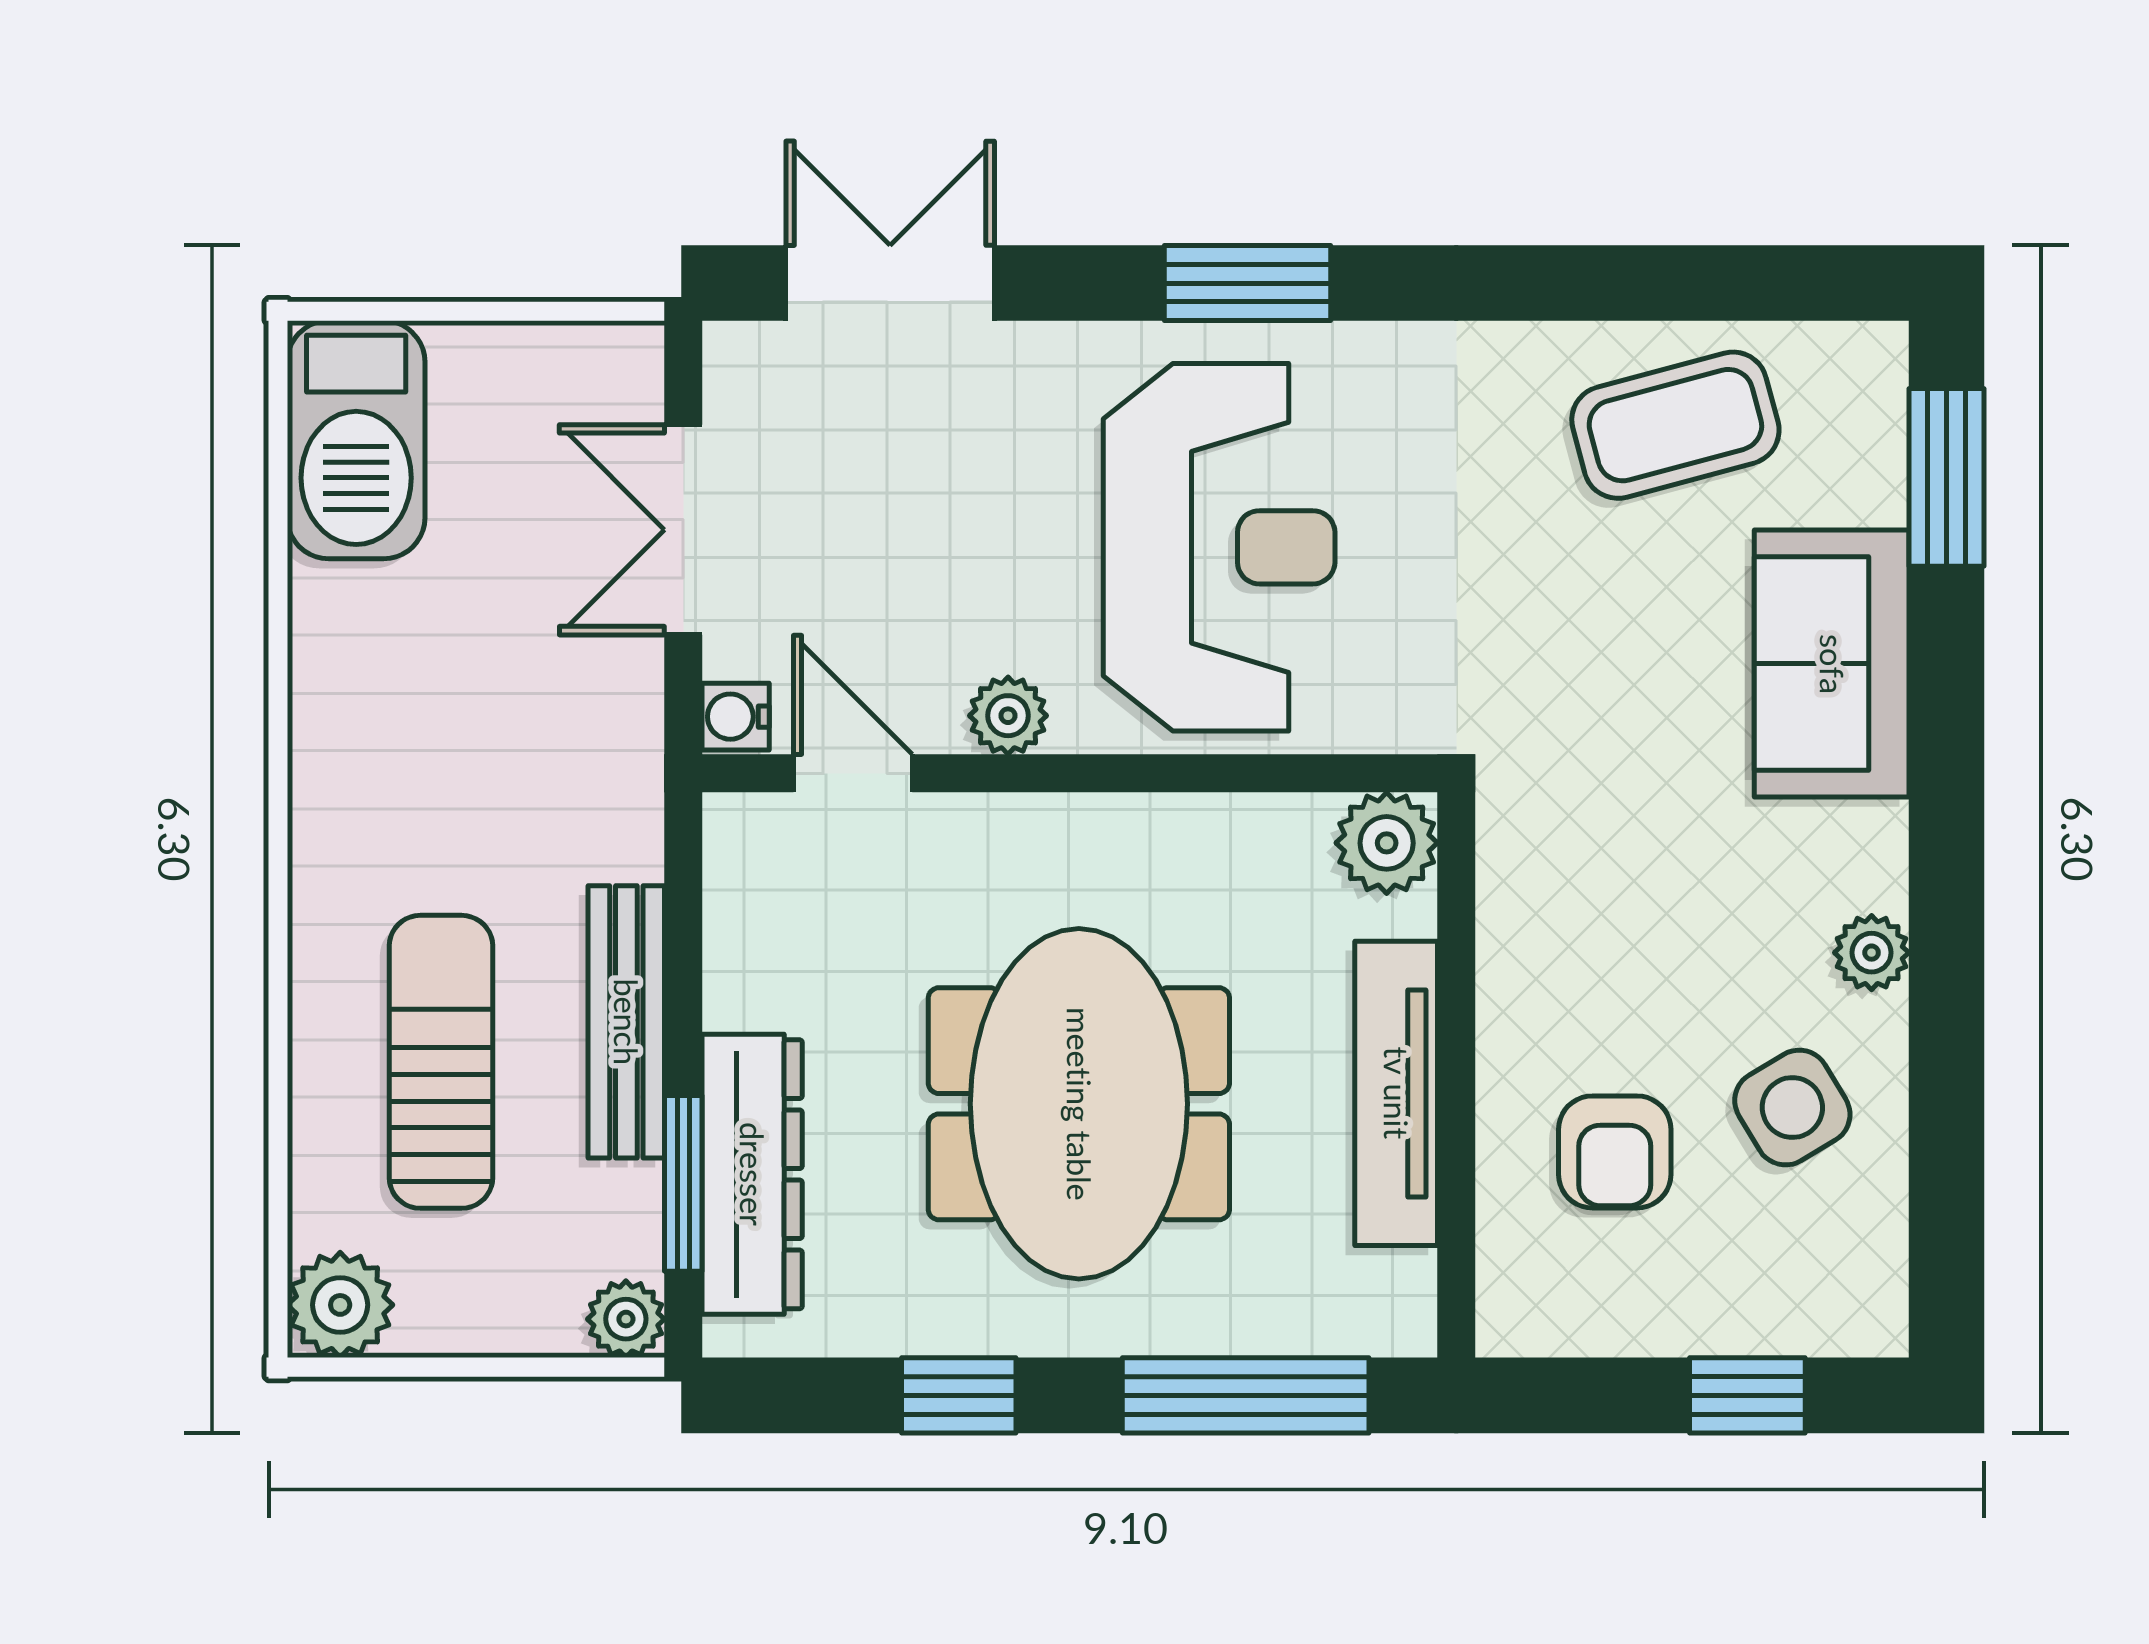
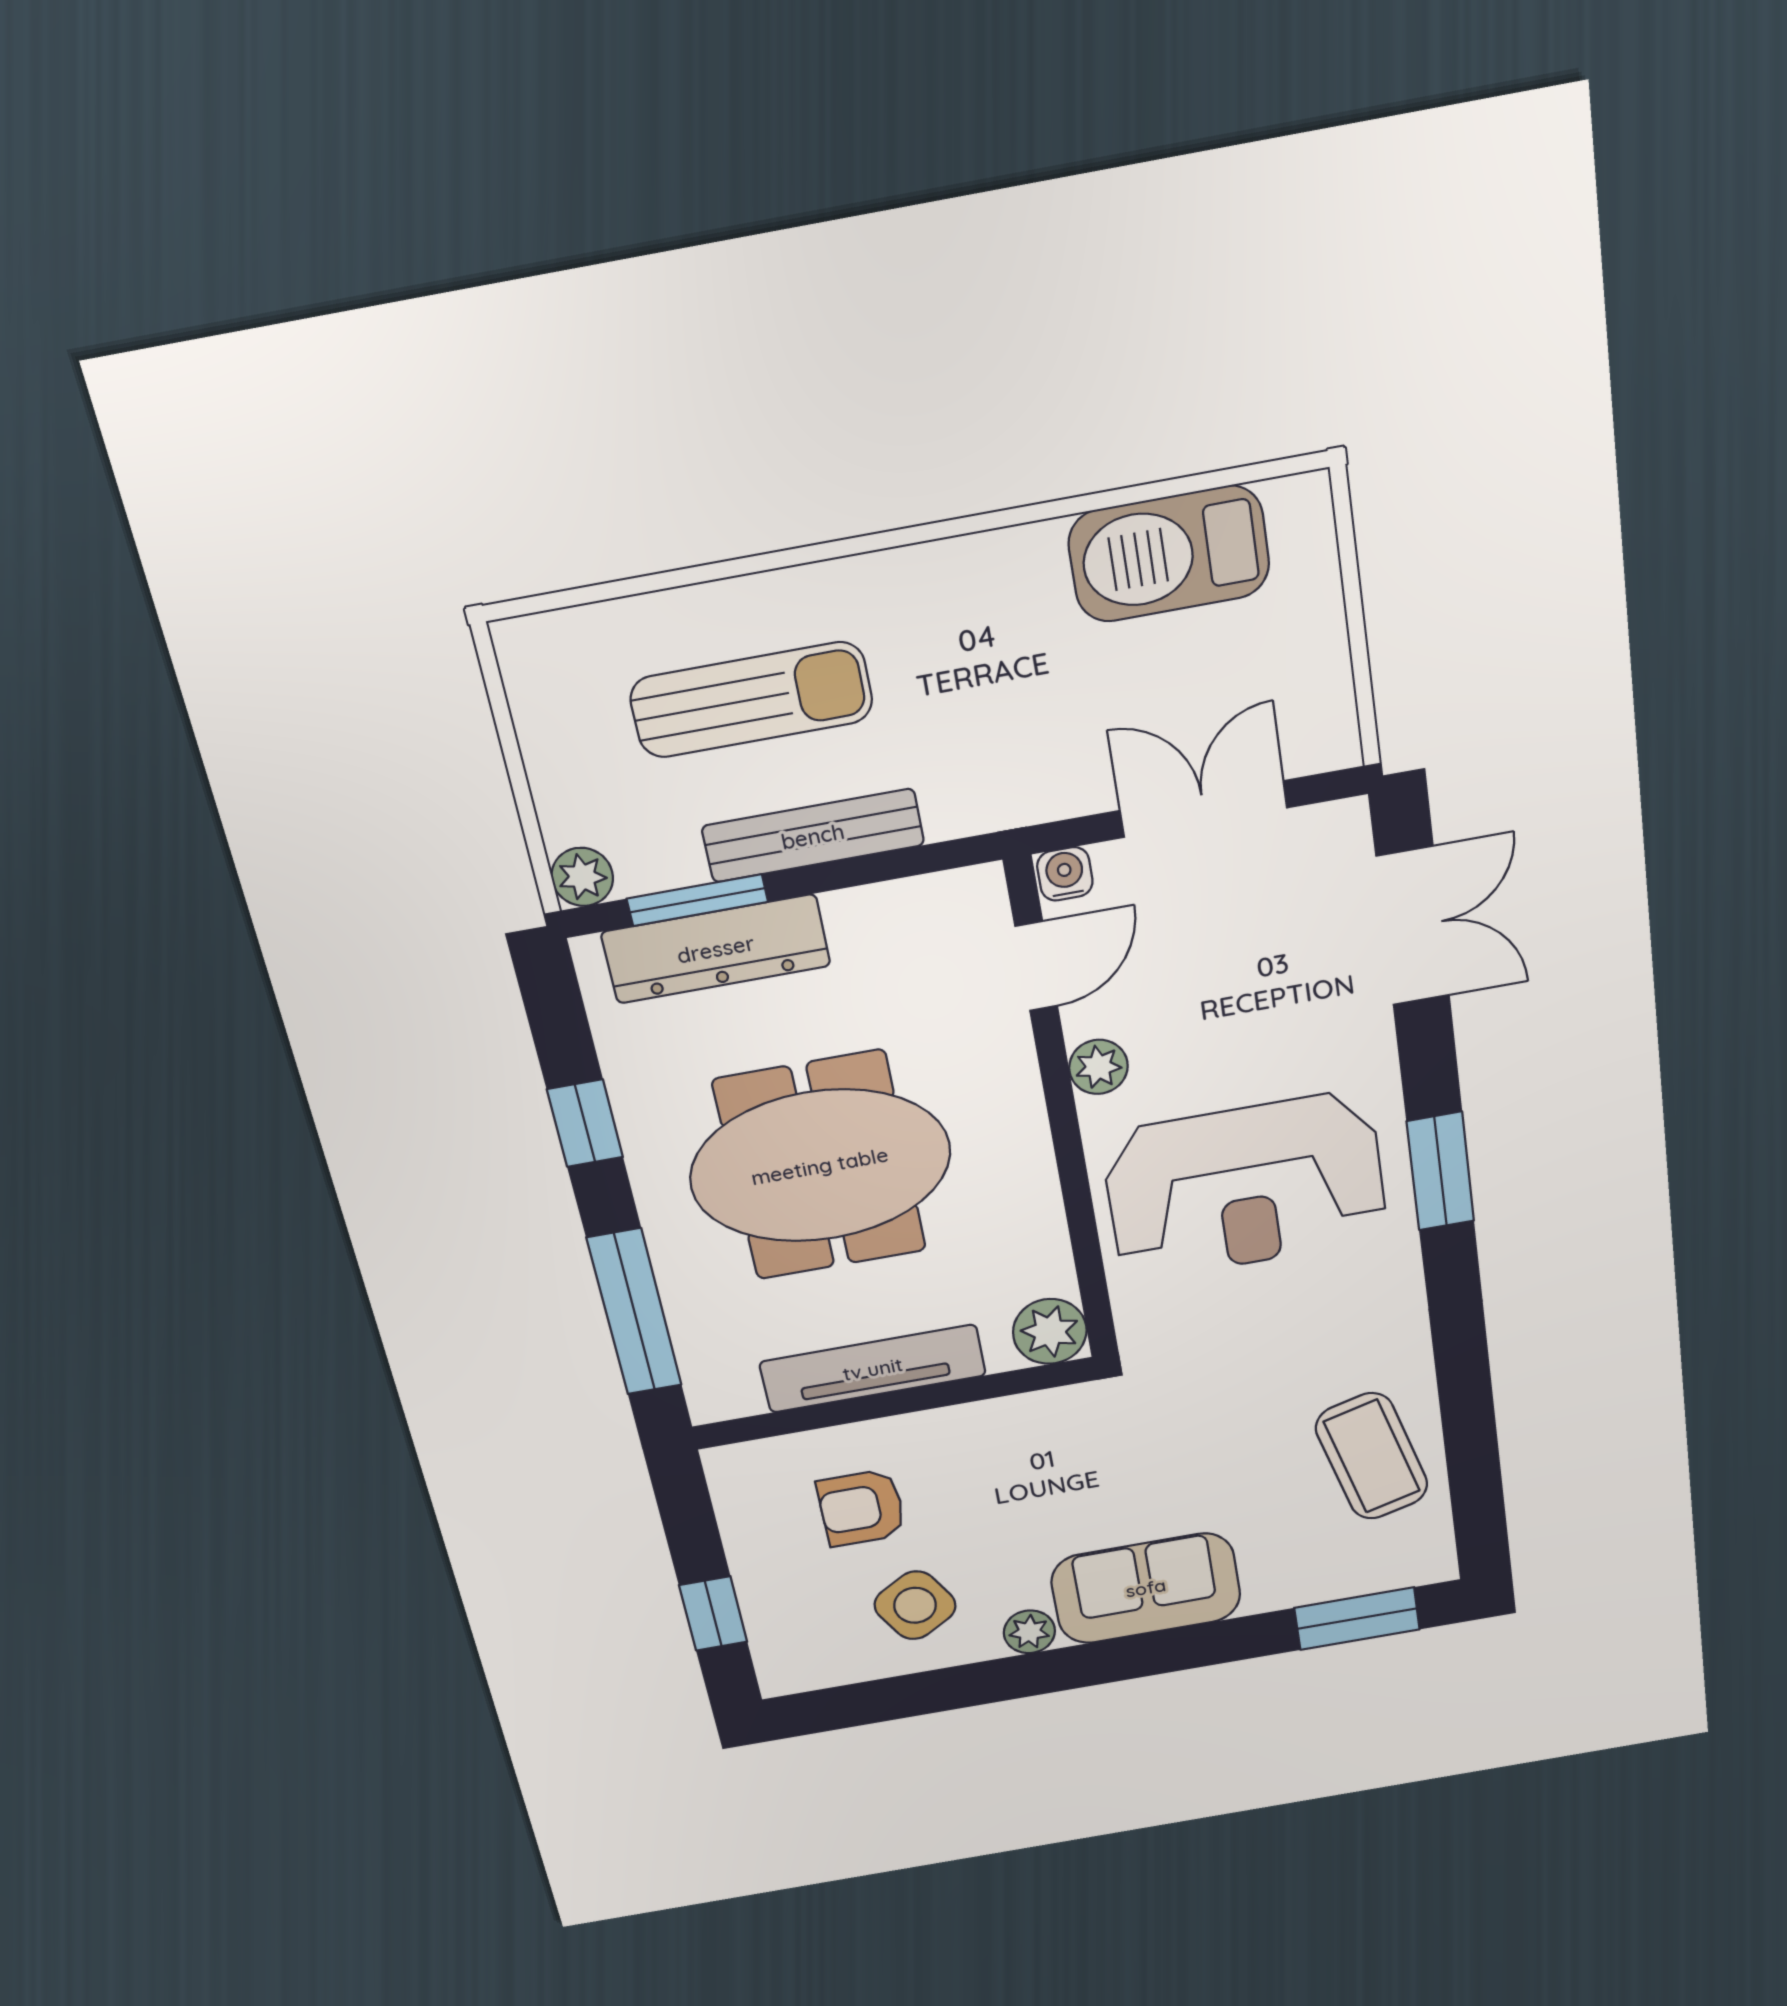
barbecue: (356, 440) -> (1169, 554), moved
sofa: (1832, 664) -> (1146, 1588), moved
plant: (340, 1305) -> (539, 656), removed

